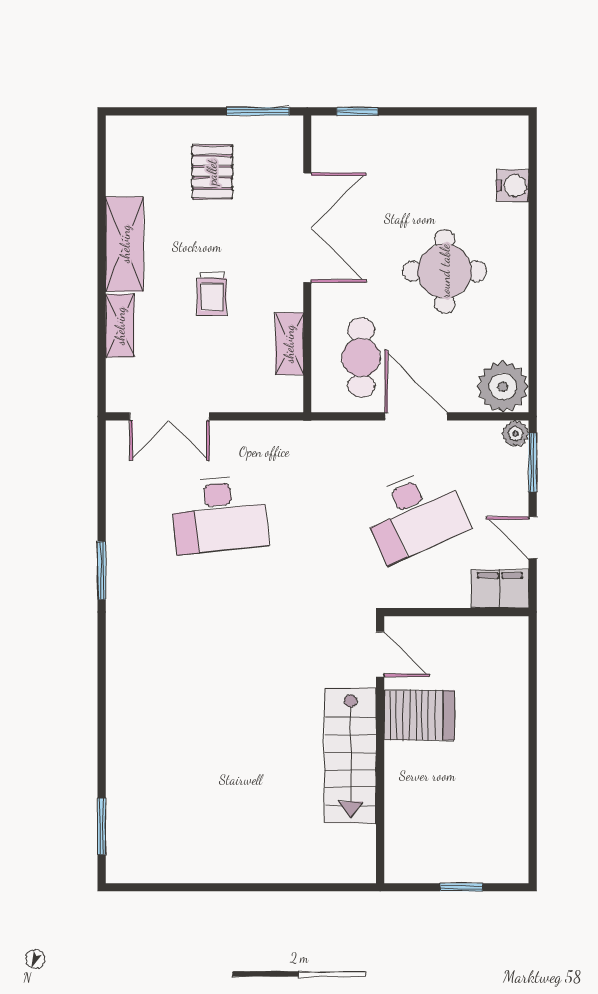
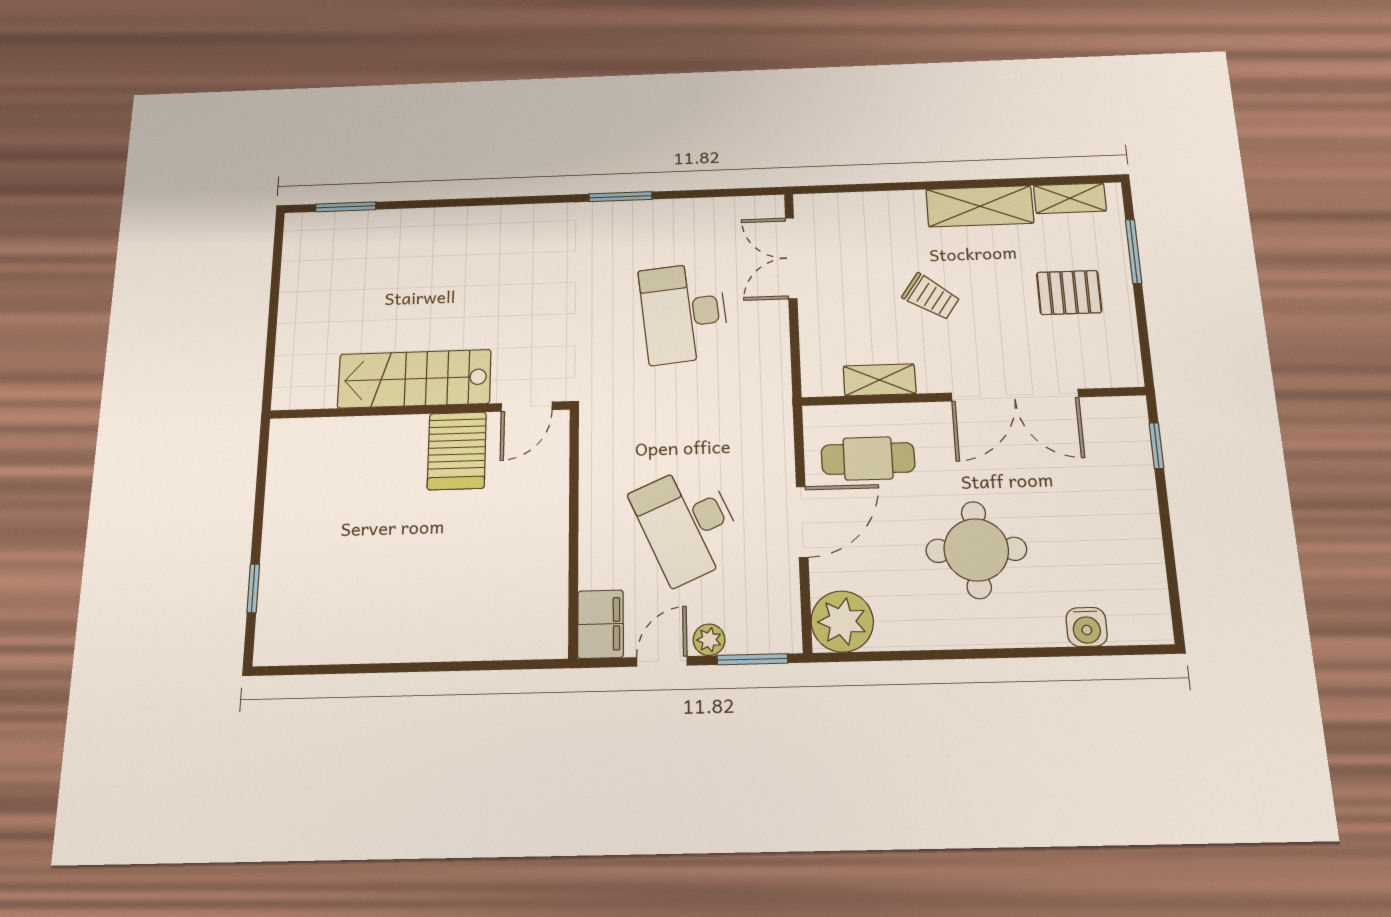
window: (258, 111) -> (1134, 251), moved
trolley: (212, 294) -> (931, 297), turned -146
shelving: (120, 326) -> (1070, 198), moved
plant: (515, 434) -> (709, 640), moved
door: (380, 654) -> (527, 407), moved
server rack: (419, 715) -> (457, 451), moved
wall: (380, 750) -> (419, 410), moved
stairs: (351, 755) -> (414, 379), moved

